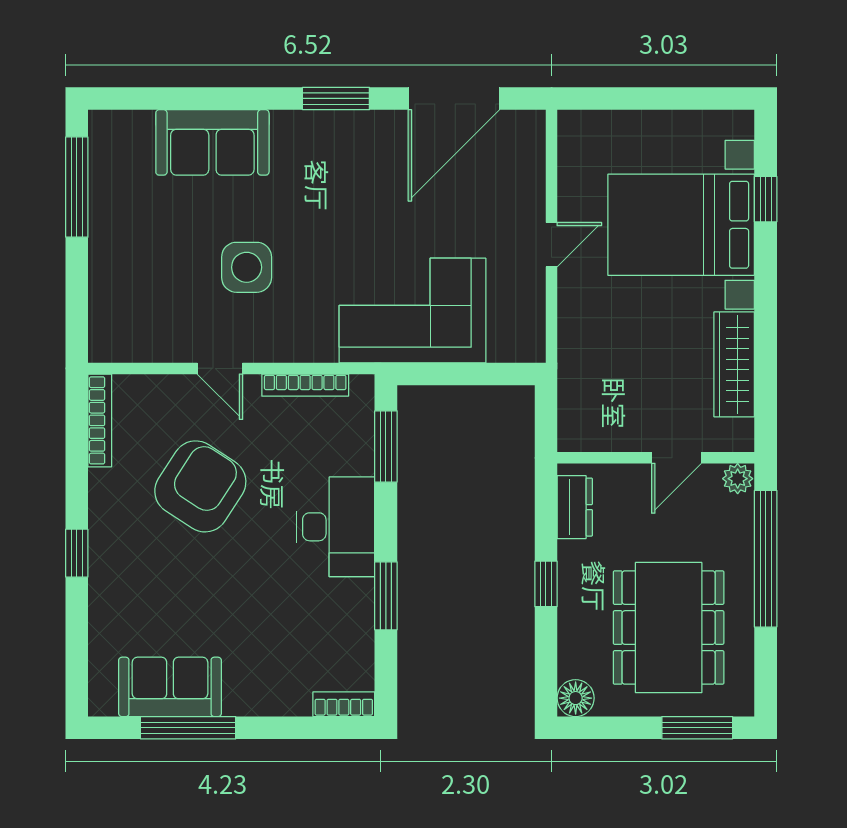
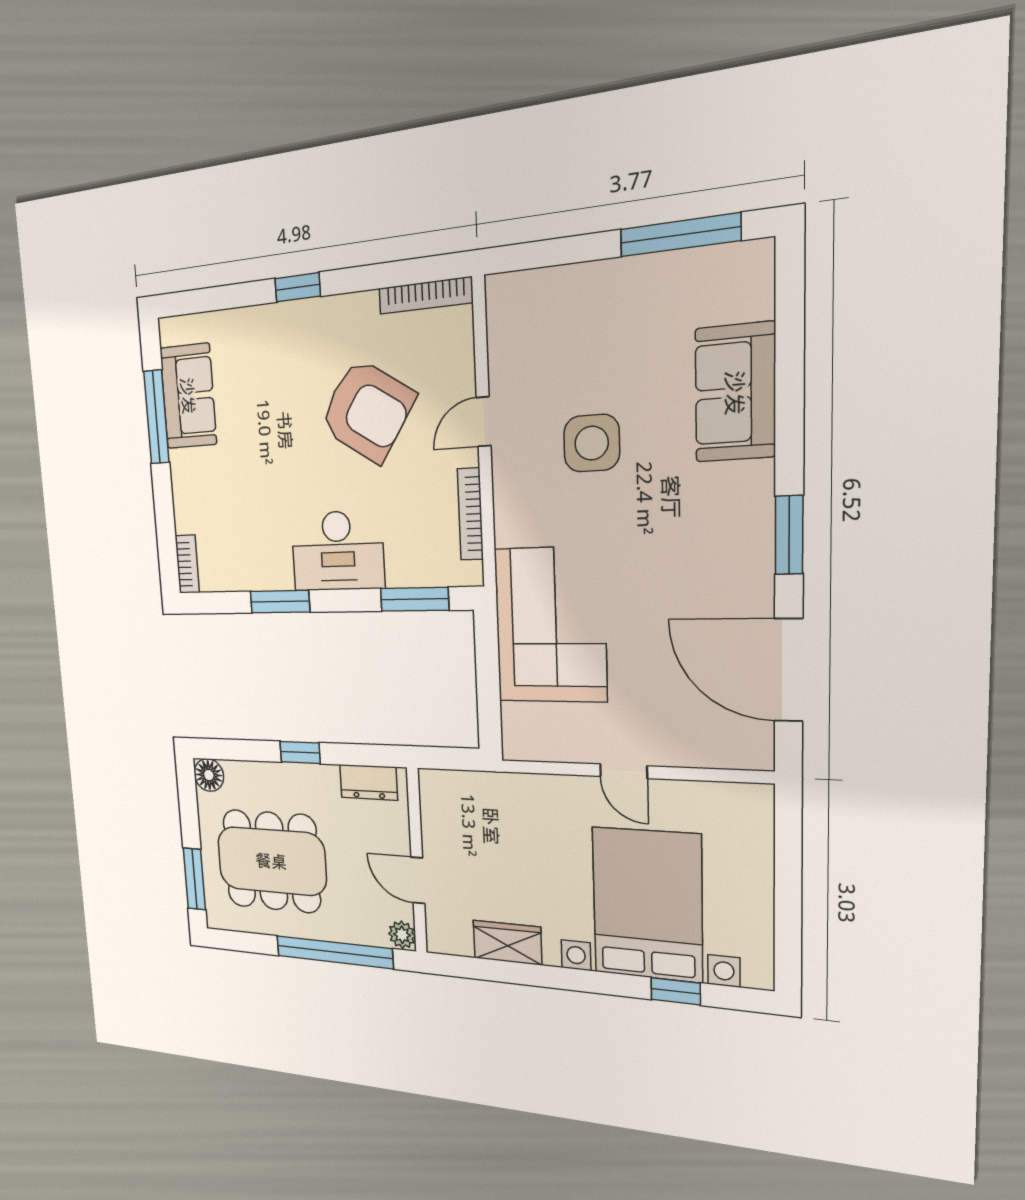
wardrobe: (734, 364) -> (507, 943), width x0.67

